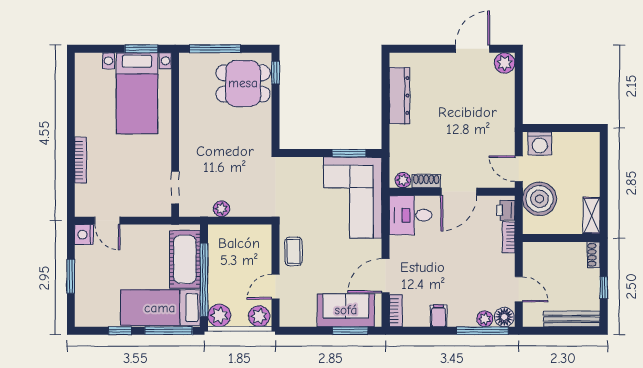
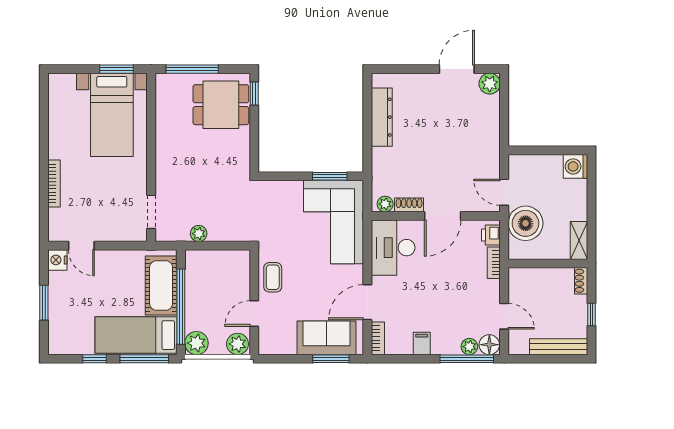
washing machine: (540, 144) -> (575, 166), moved, turned 90
desk: (411, 215) -> (393, 248), width x1.37

